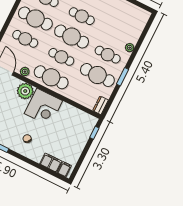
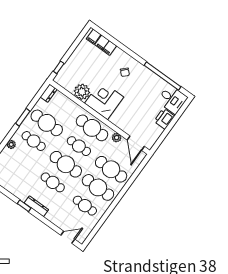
cafe table: (25, 39) -> (111, 169), width x1.37, depth x1.35
plant: (25, 91) -> (82, 92), moved

